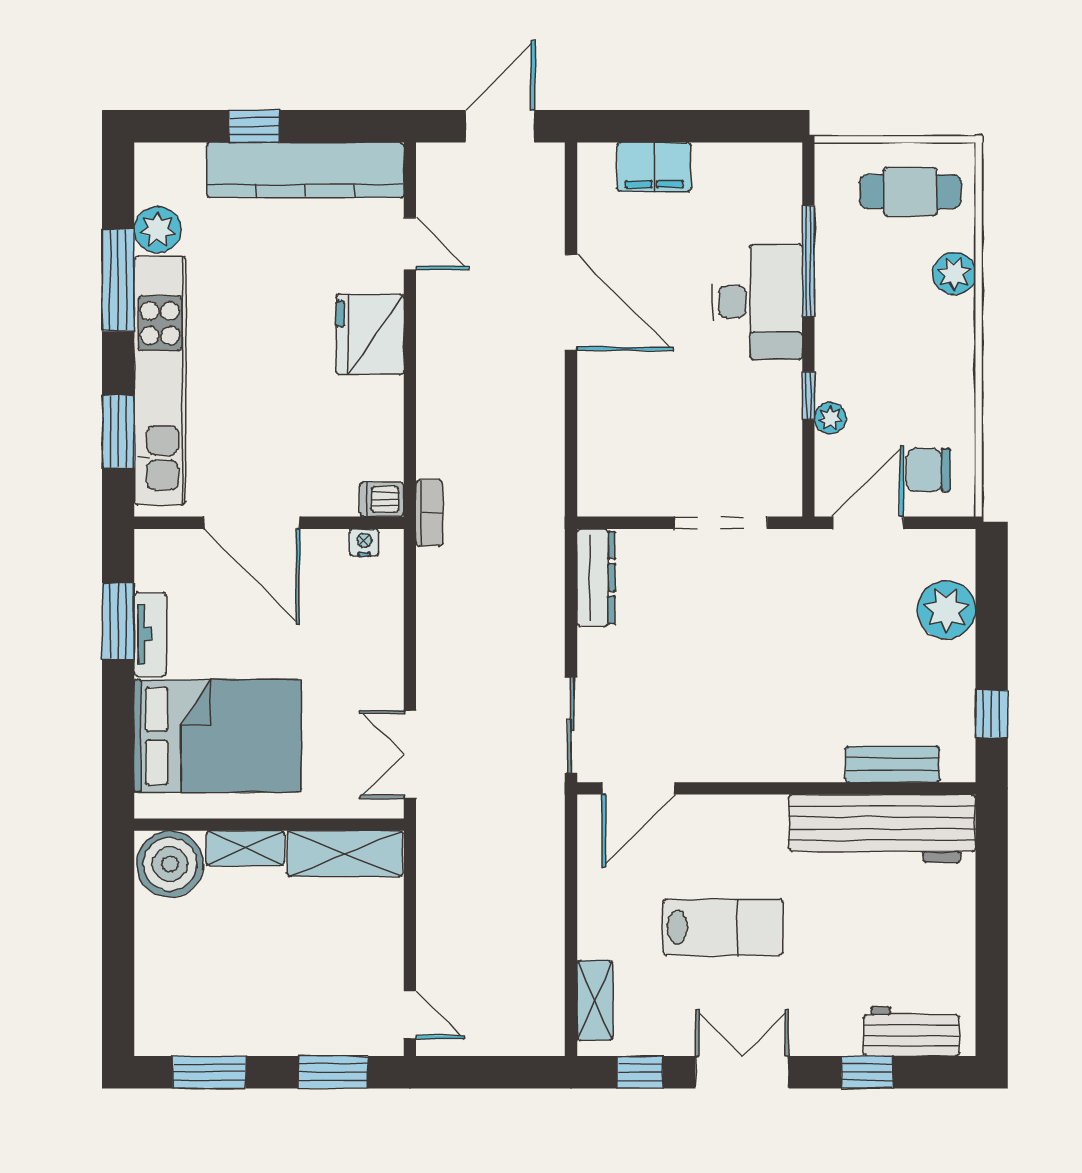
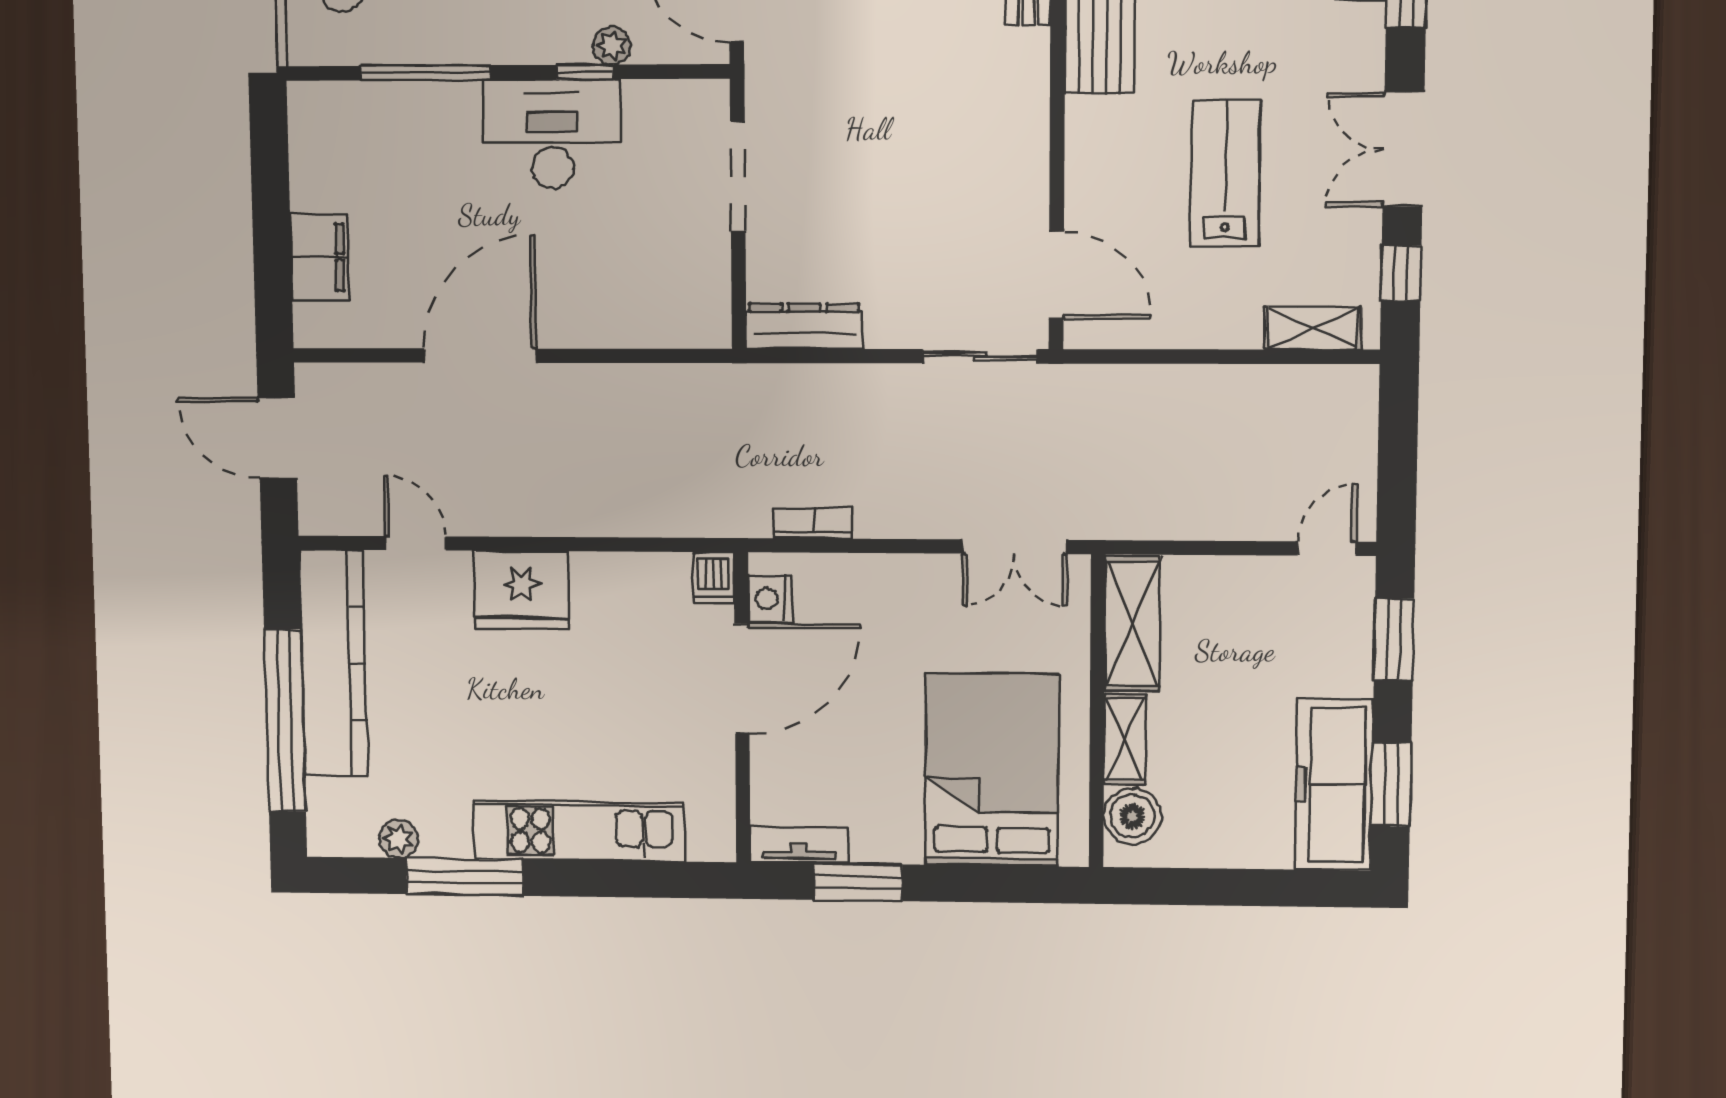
window: (254, 126) -> (285, 721), width x3.17
plant: (158, 230) -> (399, 839), width x0.73, depth x0.73
door: (410, 244) -> (416, 543), hinge flipped
desk: (757, 302) -> (552, 134), moved
kitchen unit: (160, 381) -> (579, 831), width x0.73
window: (118, 431) -> (638, 879), removed
bookcase: (429, 513) -> (813, 523), moved
door: (252, 523) -> (742, 679), moved
nightstand: (364, 542) -> (770, 599), width x1.39, depth x1.35
tv unit: (150, 634) -> (799, 845), moved
boiler: (170, 864) -> (1132, 816), width x0.73, depth x0.73
freezer: (208, 1024) -> (1334, 785), added

